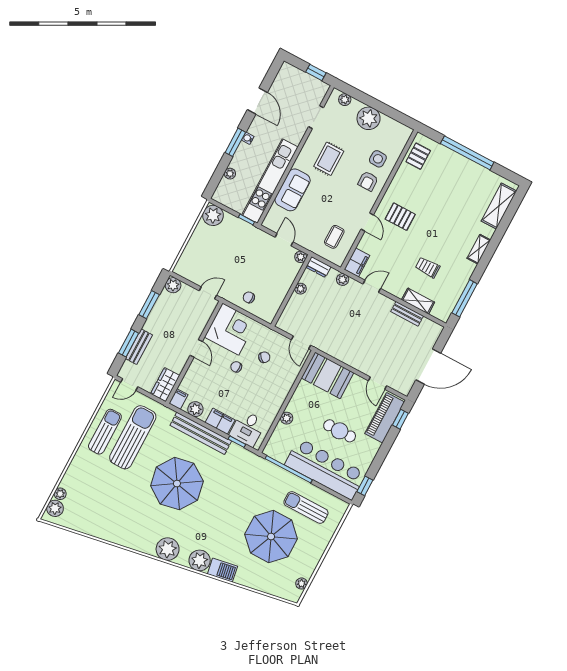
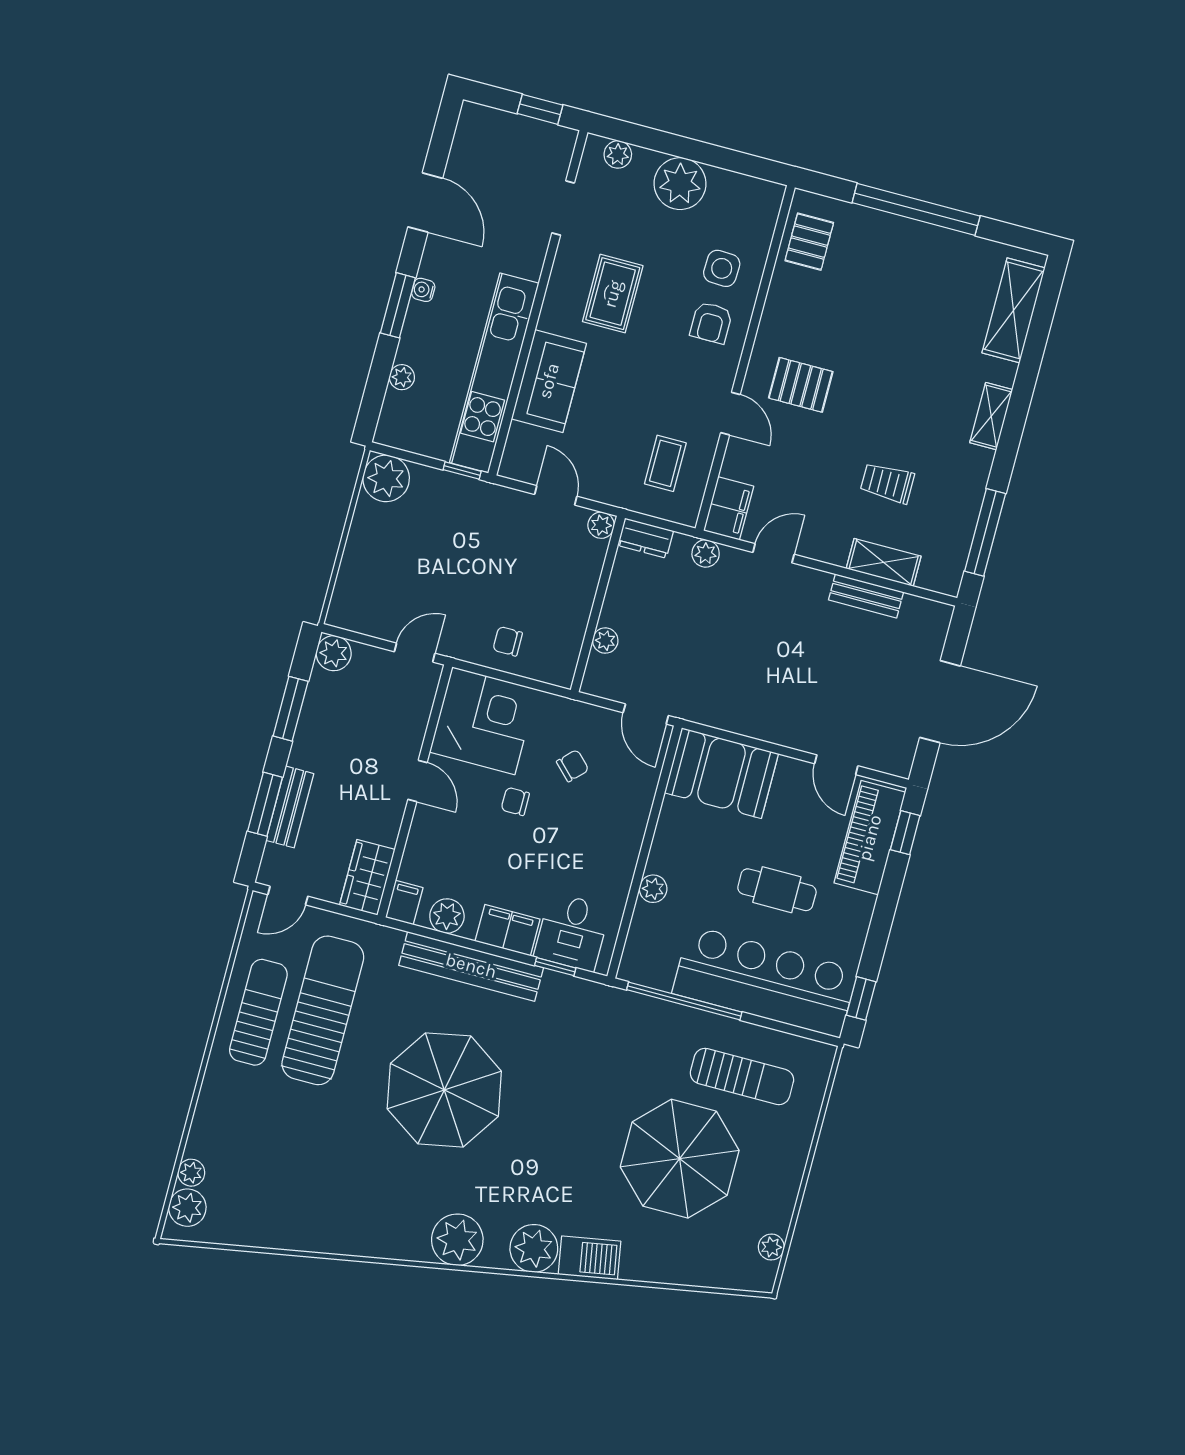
plant: (301, 289) -> (605, 641), moved
sun lounger: (306, 507) -> (742, 1076), turned 180

